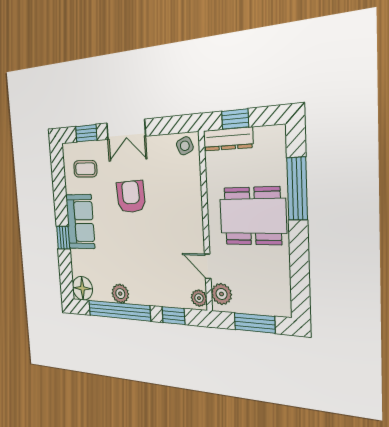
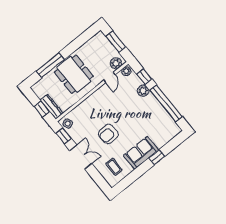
window: (86, 133) -> (64, 136), moved
floor lamp: (82, 288) -> (173, 130), removed
plant: (120, 294) -> (143, 91), moved

